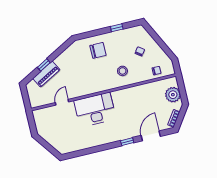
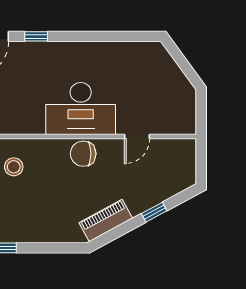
chair: (98, 50) -> (83, 154), moved
piano: (46, 74) -> (106, 220), moved

